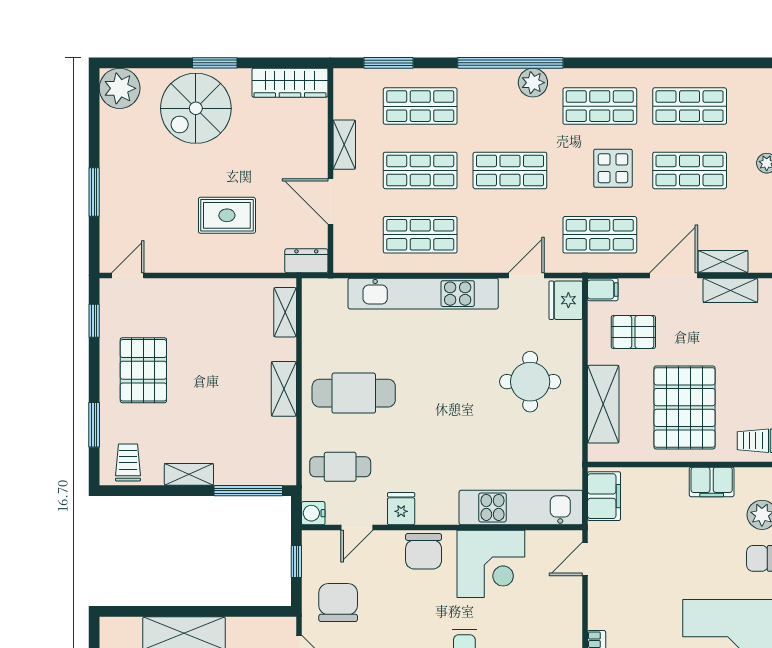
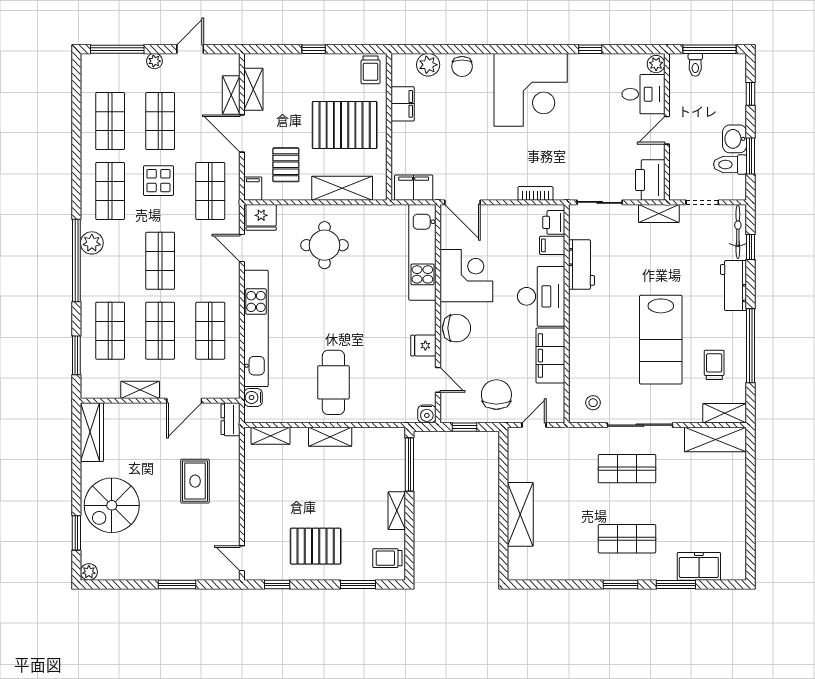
window: (215, 63) -> (76, 533), moved
plant: (120, 88) -> (89, 572), width x0.53, depth x0.53
spiral stairs: (196, 108) -> (112, 505), turned 90
water cooler: (334, 290) -> (253, 397), added
cafe table: (340, 467) -> (391, 393), removed
door: (585, 559) -> (462, 202), width x1.38
chair: (338, 603) -> (496, 395), turned 90

